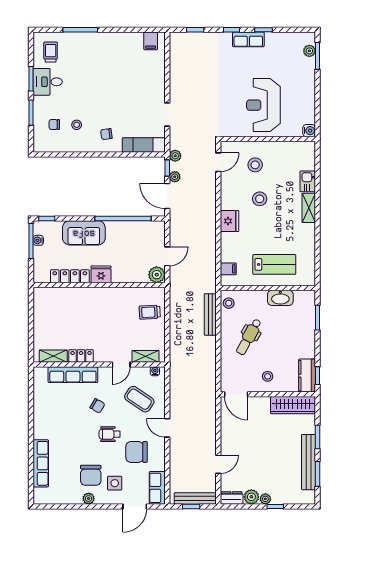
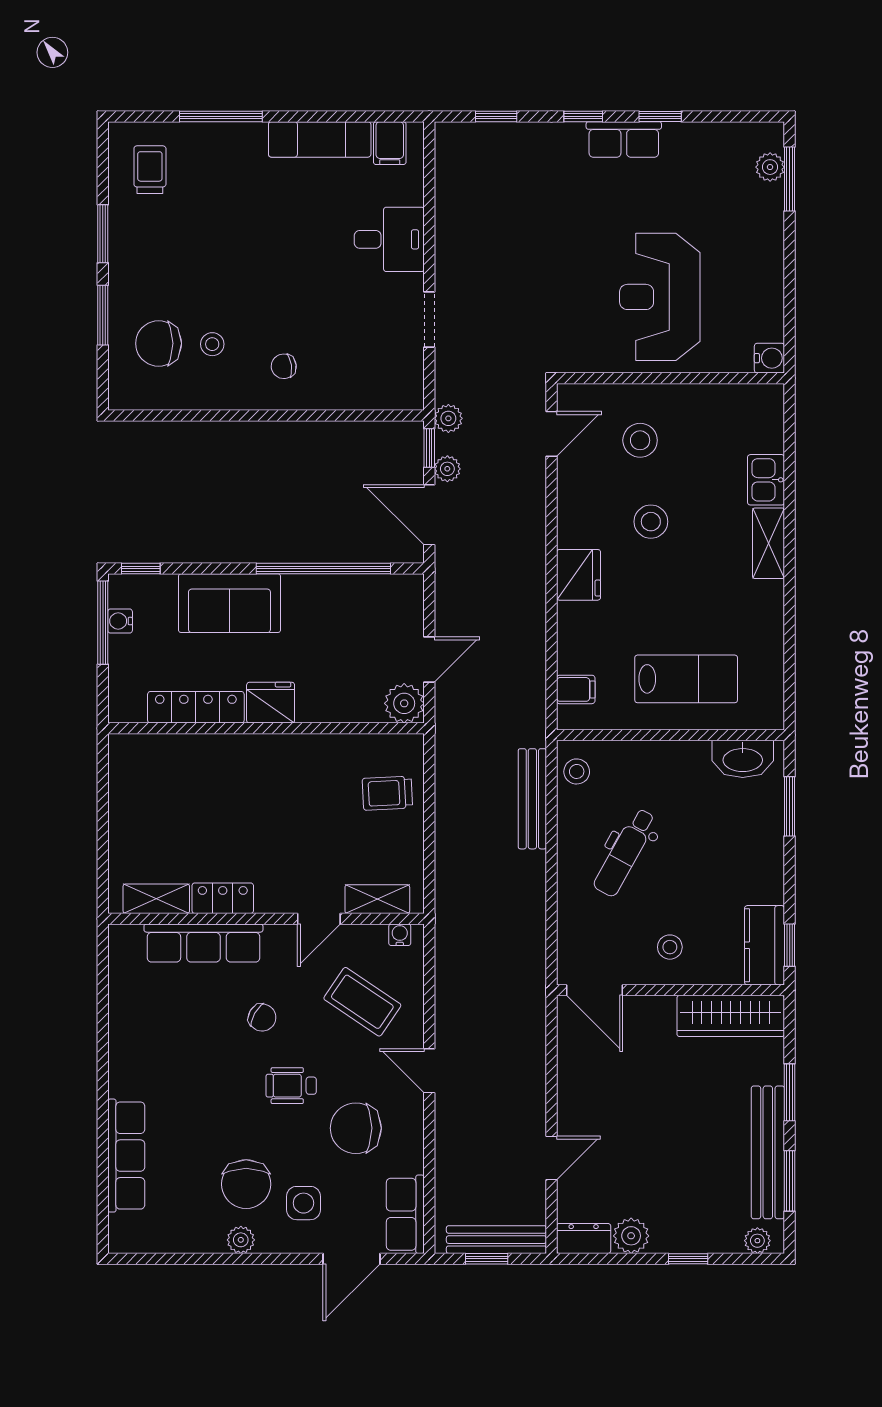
desk: (48, 82) -> (389, 239), moved, turned 180
chair: (54, 125) -> (159, 343), width x1.87, depth x1.87
exam couch: (144, 145) -> (320, 139), moved, turned 180
washbasin: (280, 298) -> (743, 759), moved
plant: (265, 499) -> (757, 1241), moved

